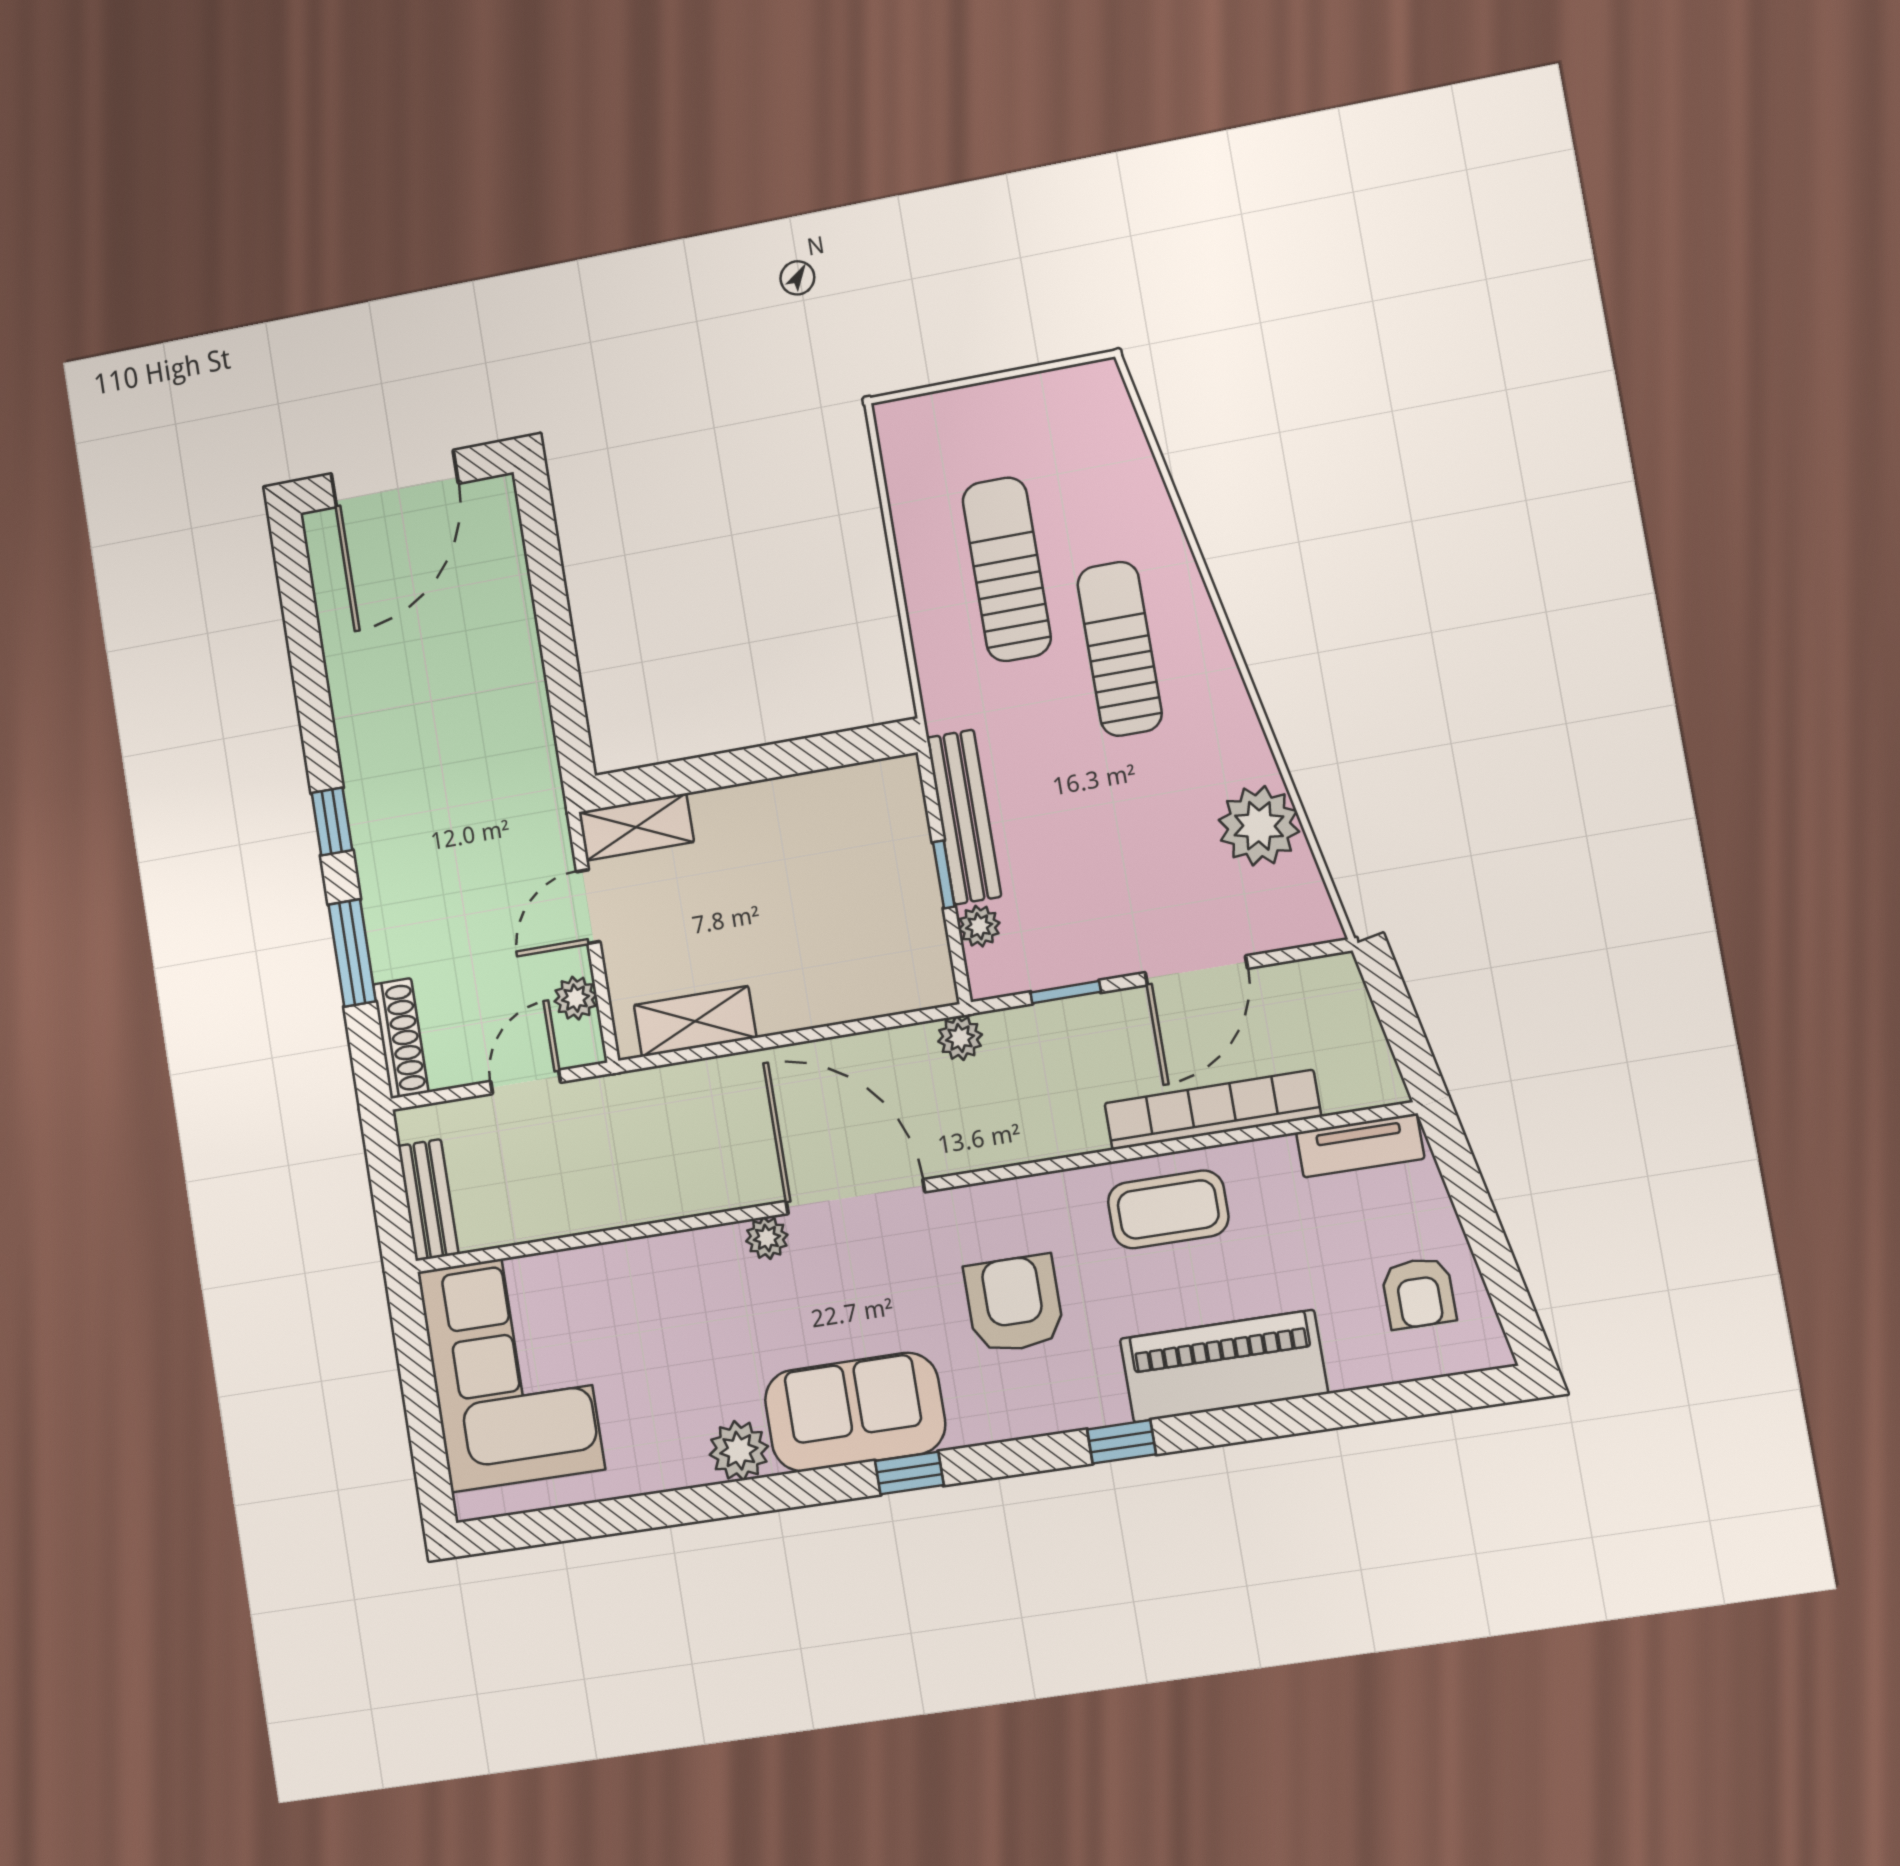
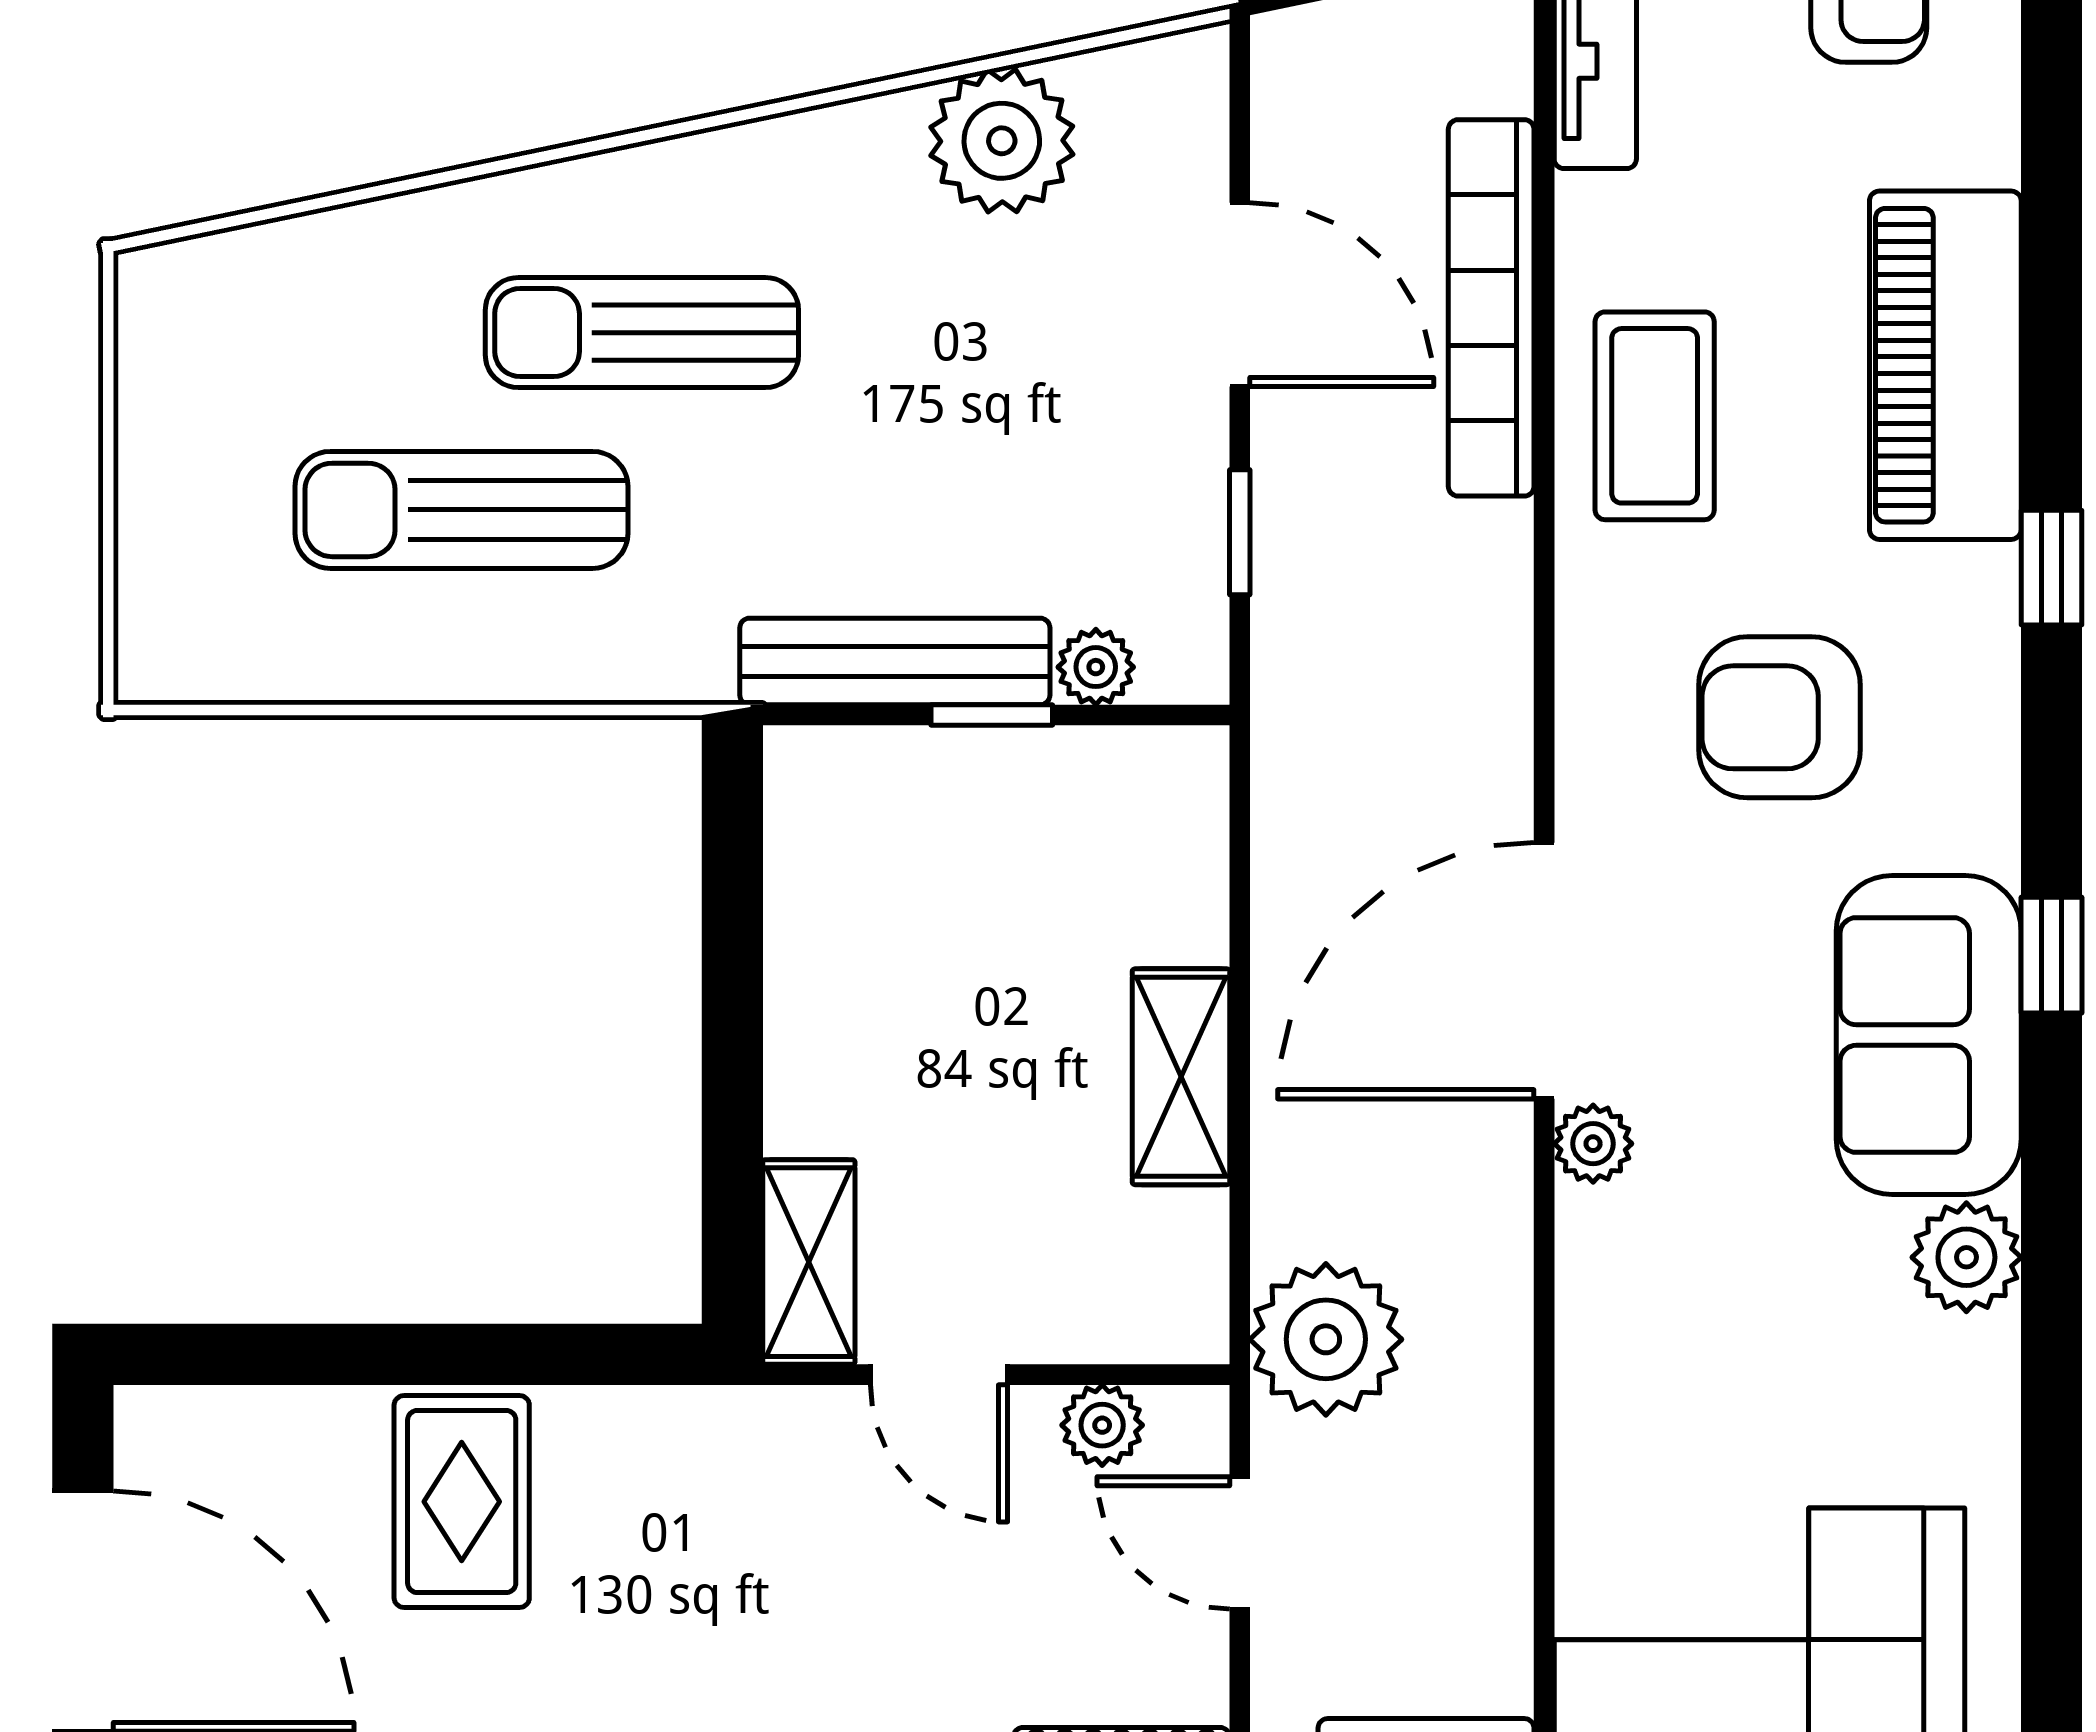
rug: (482, 666) -> (462, 1502), added
shelving: (695, 1021) -> (1181, 1077), moved
plant: (960, 1038) -> (1326, 1339), moved, width x1.88, depth x1.88

